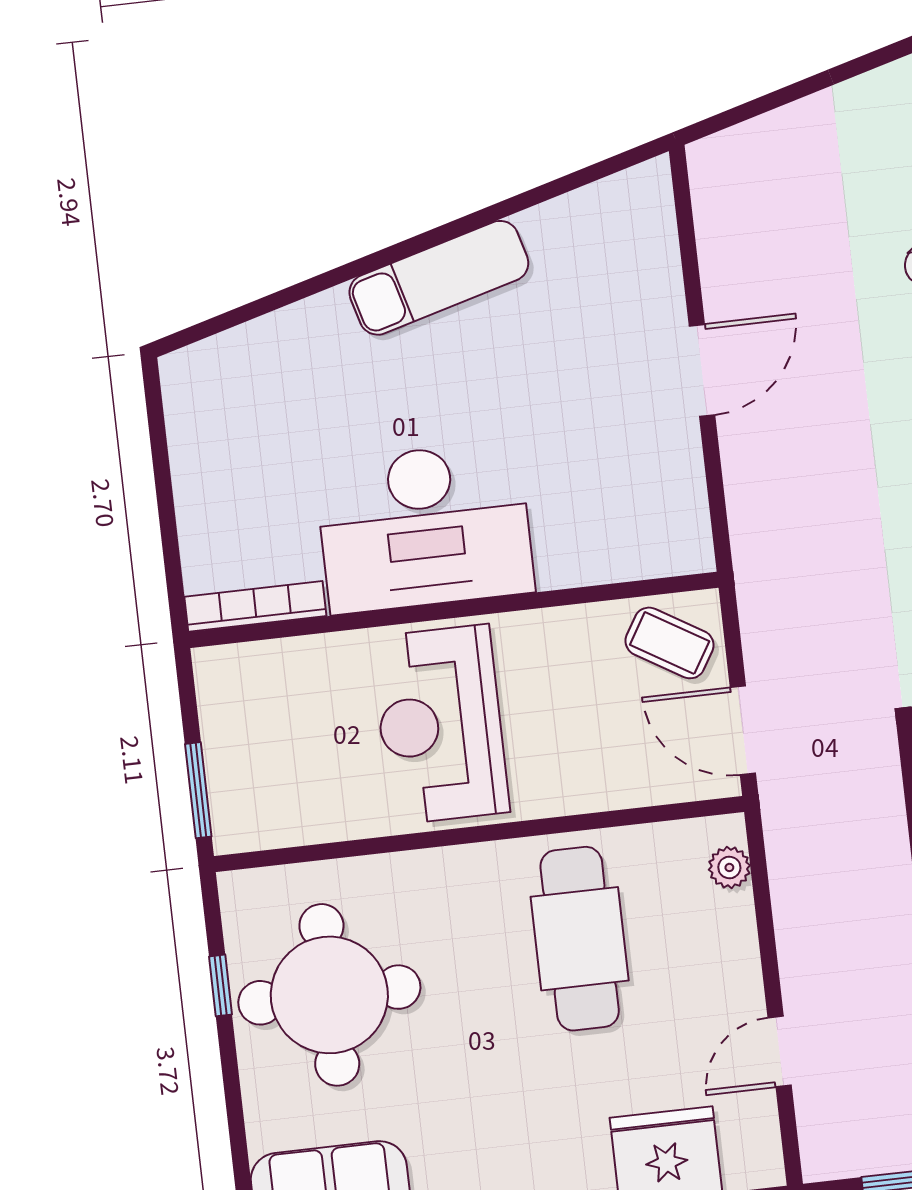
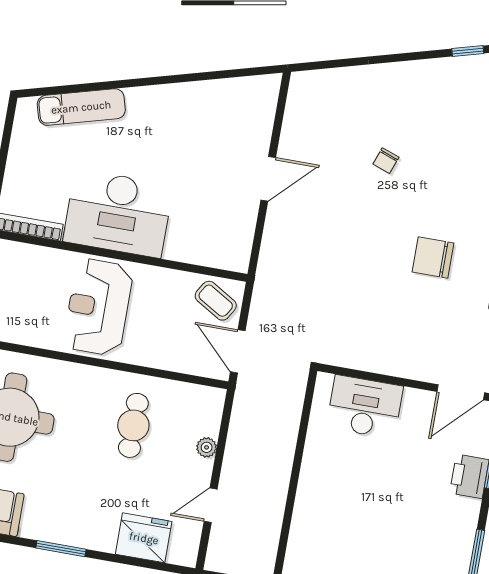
exam couch: (439, 278) -> (81, 107), moved
plant: (729, 867) -> (207, 447), moved
cafe table: (580, 939) -> (133, 425), width x0.73, depth x0.74

